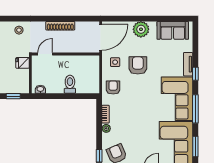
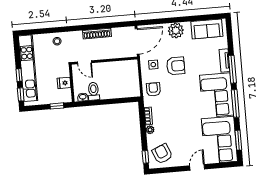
door: (45, 54) -> (84, 62), swing flipped
fridge: (22, 63) -> (64, 83), moved
armchair: (138, 65) -> (176, 66), turned 90
window: (195, 74) -> (232, 69), width x2.17
toilet: (70, 84) -> (94, 91), moved

